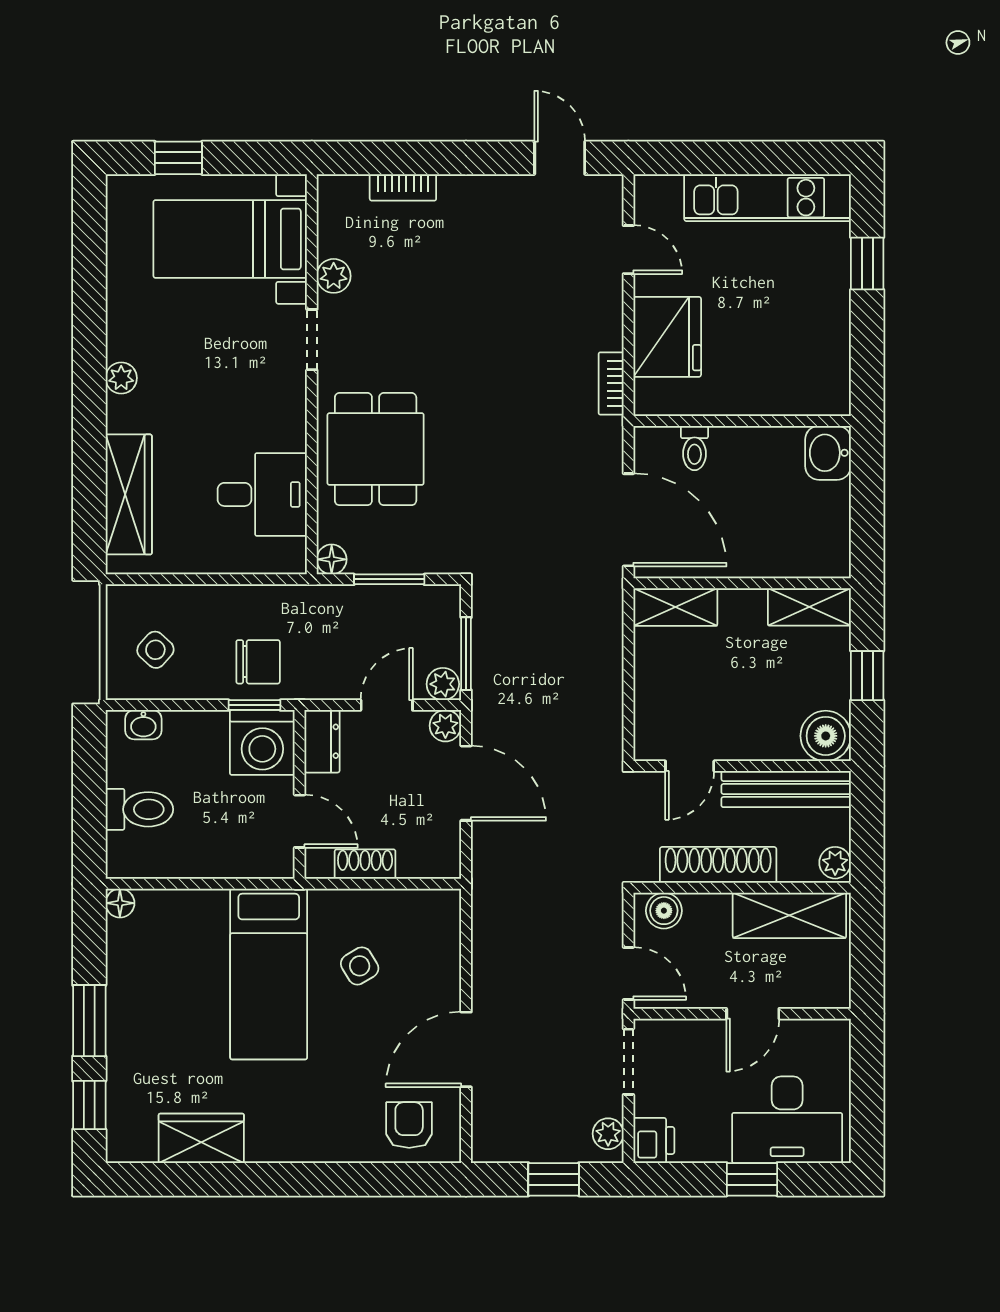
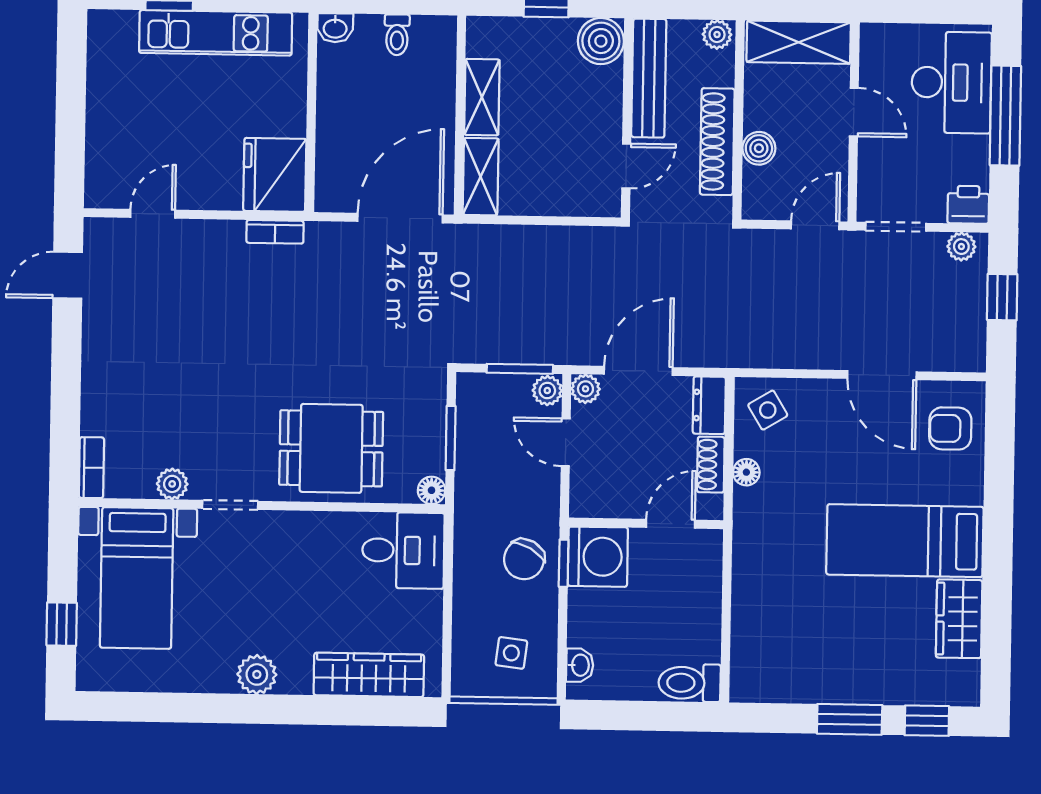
bookcase: (403, 187) -> (91, 468), moved
kitchen unit: (768, 198) -> (216, 33), moved, turned 90
fridge: (667, 337) -> (275, 175), moved, turned -90
plant: (121, 378) -> (257, 674), width x1.38, depth x1.38
toilet: (694, 448) -> (397, 35), moved, turned 90
washbasin: (828, 453) -> (335, 28), width x0.72, depth x0.69
desk: (262, 494) -> (403, 550), moved, turned 90
shelving: (809, 607) -> (482, 97), moved
side table: (155, 650) -> (511, 653), turned -35
chair: (258, 662) -> (524, 559), turned -150
dresser: (322, 741) -> (709, 405), moved, turned -90
door: (690, 766) -> (626, 166), hinge flipped
toilet: (139, 809) -> (690, 683), moved, turned -90
floor lamp: (120, 903) -> (746, 472), moved
boiler: (664, 911) -> (759, 148), moved
shelving: (789, 915) -> (799, 42), moved, turned 90
side table: (360, 966) -> (768, 410), moved
bed: (269, 974) -> (905, 541), moved, turned 180
window: (752, 1179) -> (1005, 116), width x2.17

